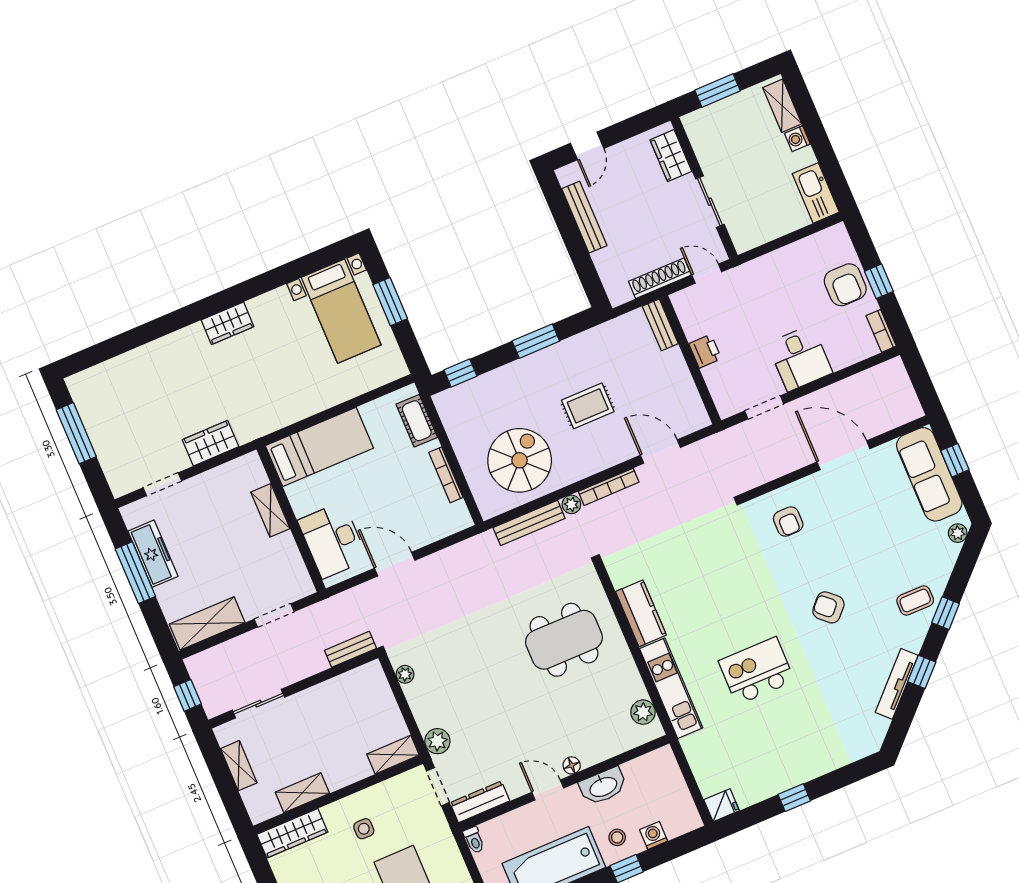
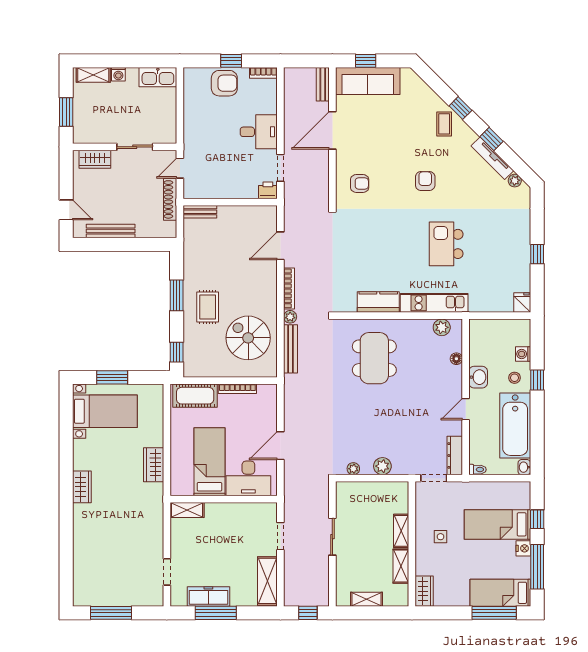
printer: (705, 351) -> (268, 190), moved
rug: (588, 406) -> (208, 307), moved
cot: (417, 421) -> (195, 396), width x1.37, depth x1.34
wardrobe: (211, 443) -> (154, 465), moved
bed: (319, 447) -> (209, 462), moved
shelving: (270, 510) -> (187, 510), moved
plant: (958, 533) -> (515, 181), moved
armchair: (828, 607) -> (425, 181), turned 137
bench: (351, 649) -> (323, 84), moved
sliding door: (258, 704) -> (332, 537), moved
plant: (437, 741) -> (382, 466), moved
shelving: (393, 755) -> (401, 531), moved
floor lamp: (572, 765) -> (456, 359), moved
washbasin: (603, 786) -> (478, 377), width x0.72
wardrobe: (292, 833) -> (424, 591), width x0.67

